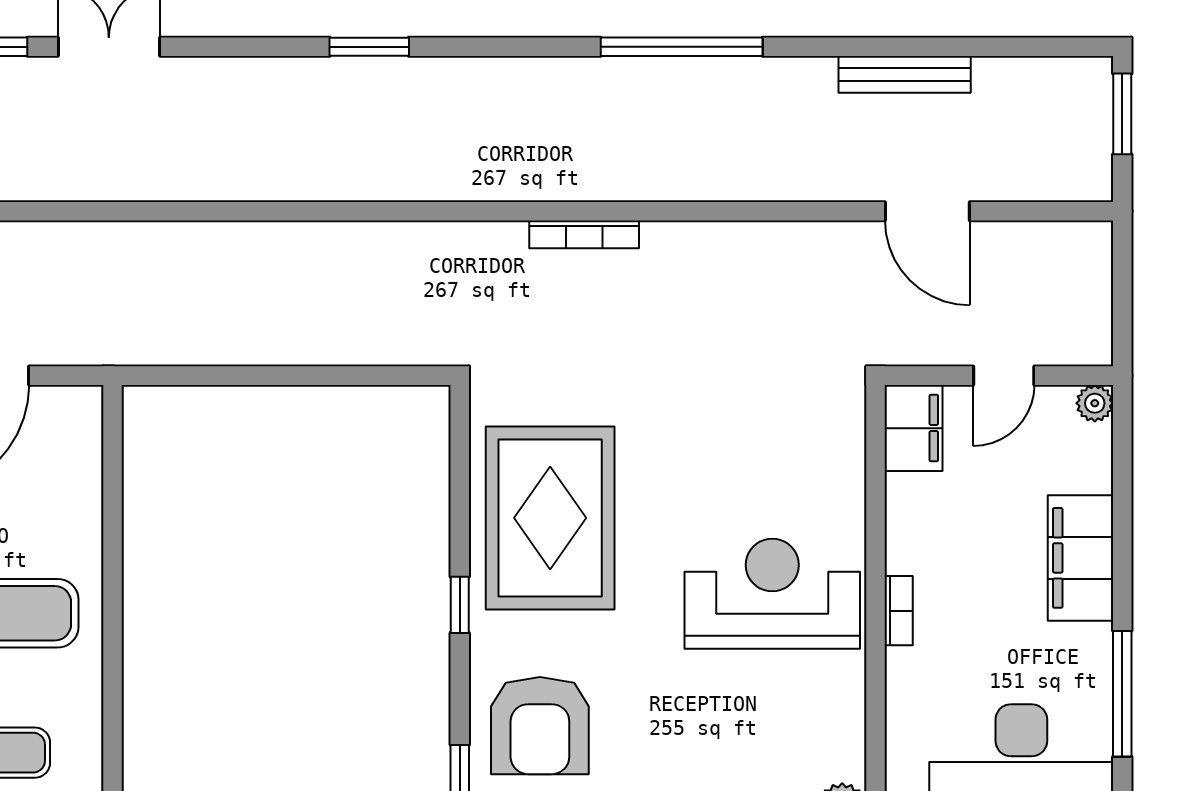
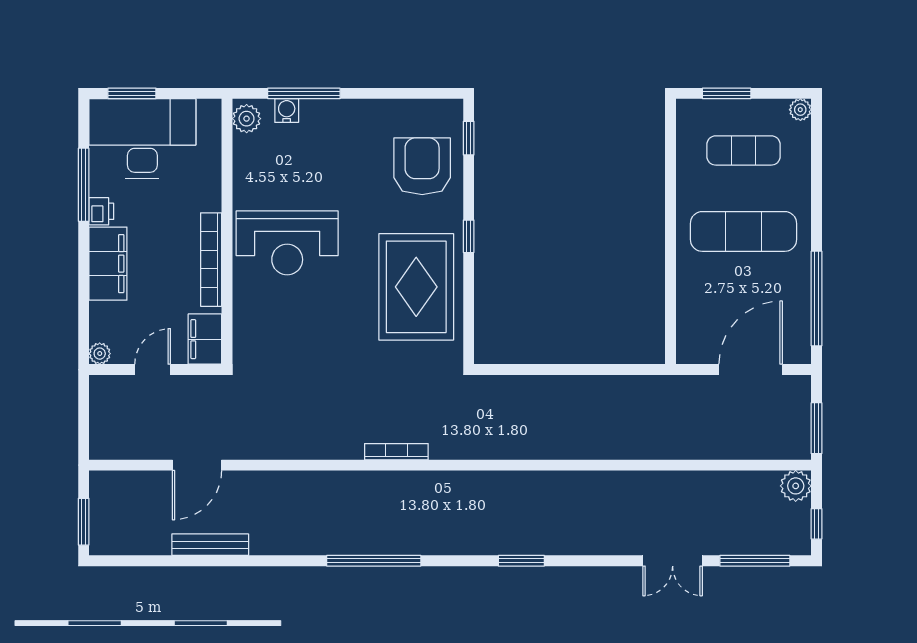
window: (682, 47) -> (374, 561), moved
door: (927, 211) -> (197, 465), swing flipped
bookcase: (899, 611) -> (211, 260), width x2.31, depth x1.31
printer: (1092, 648) -> (101, 211), added

